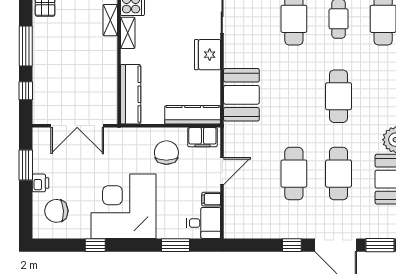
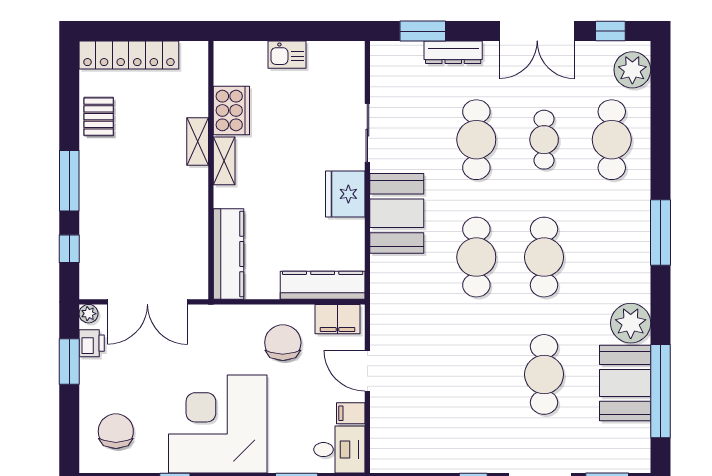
booth: (241, 95) -> (397, 213), moved
plant: (38, 133) -> (89, 314), added
door: (222, 171) -> (367, 371), swing flipped
cafe table: (294, 174) -> (476, 257), moved
printer: (40, 183) -> (92, 343), moved
chair: (56, 211) -> (116, 431), turned 93

